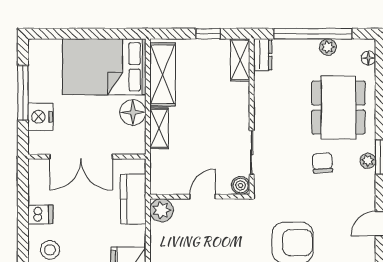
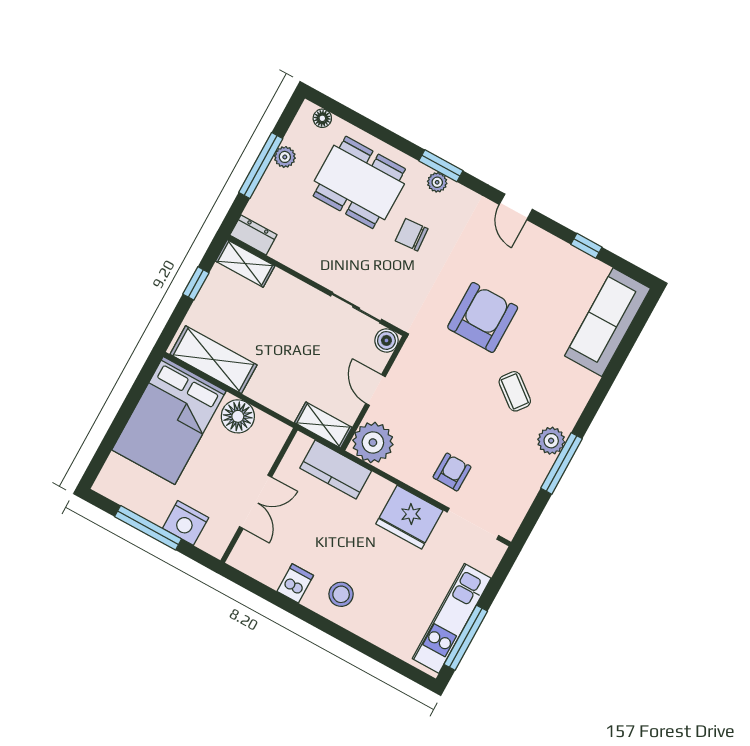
window: (313, 34) -> (261, 165), width x0.68
shelving: (159, 128) -> (323, 425), moved
double door: (81, 157) -> (256, 502), width x0.73
plant: (161, 210) -> (373, 442), width x1.36, depth x1.36

